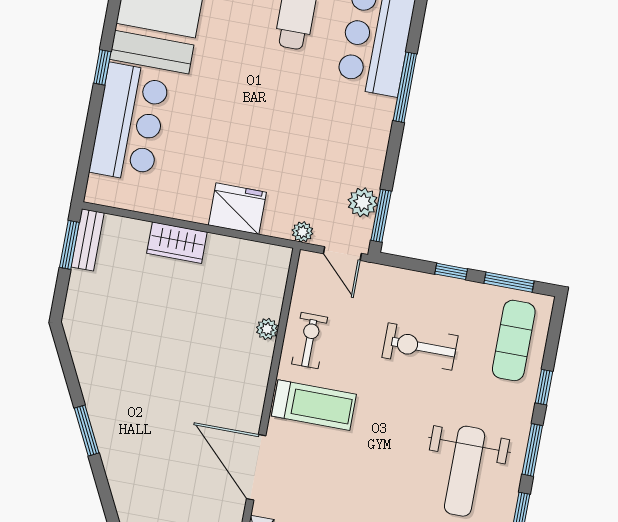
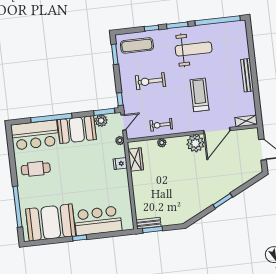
window: (405, 87) -> (51, 118), width x1.46
booth: (359, 139) -> (77, 130), added
fridge: (237, 209) -> (120, 164), width x0.53, depth x0.75
wardrobe: (177, 243) -> (136, 159), moved
window: (451, 271) -> (120, 99), moved
exercise bike: (420, 347) -> (150, 81), turned 90
treadmill: (314, 405) -> (200, 95), moved
plant: (242, 408) -> (195, 143), added

